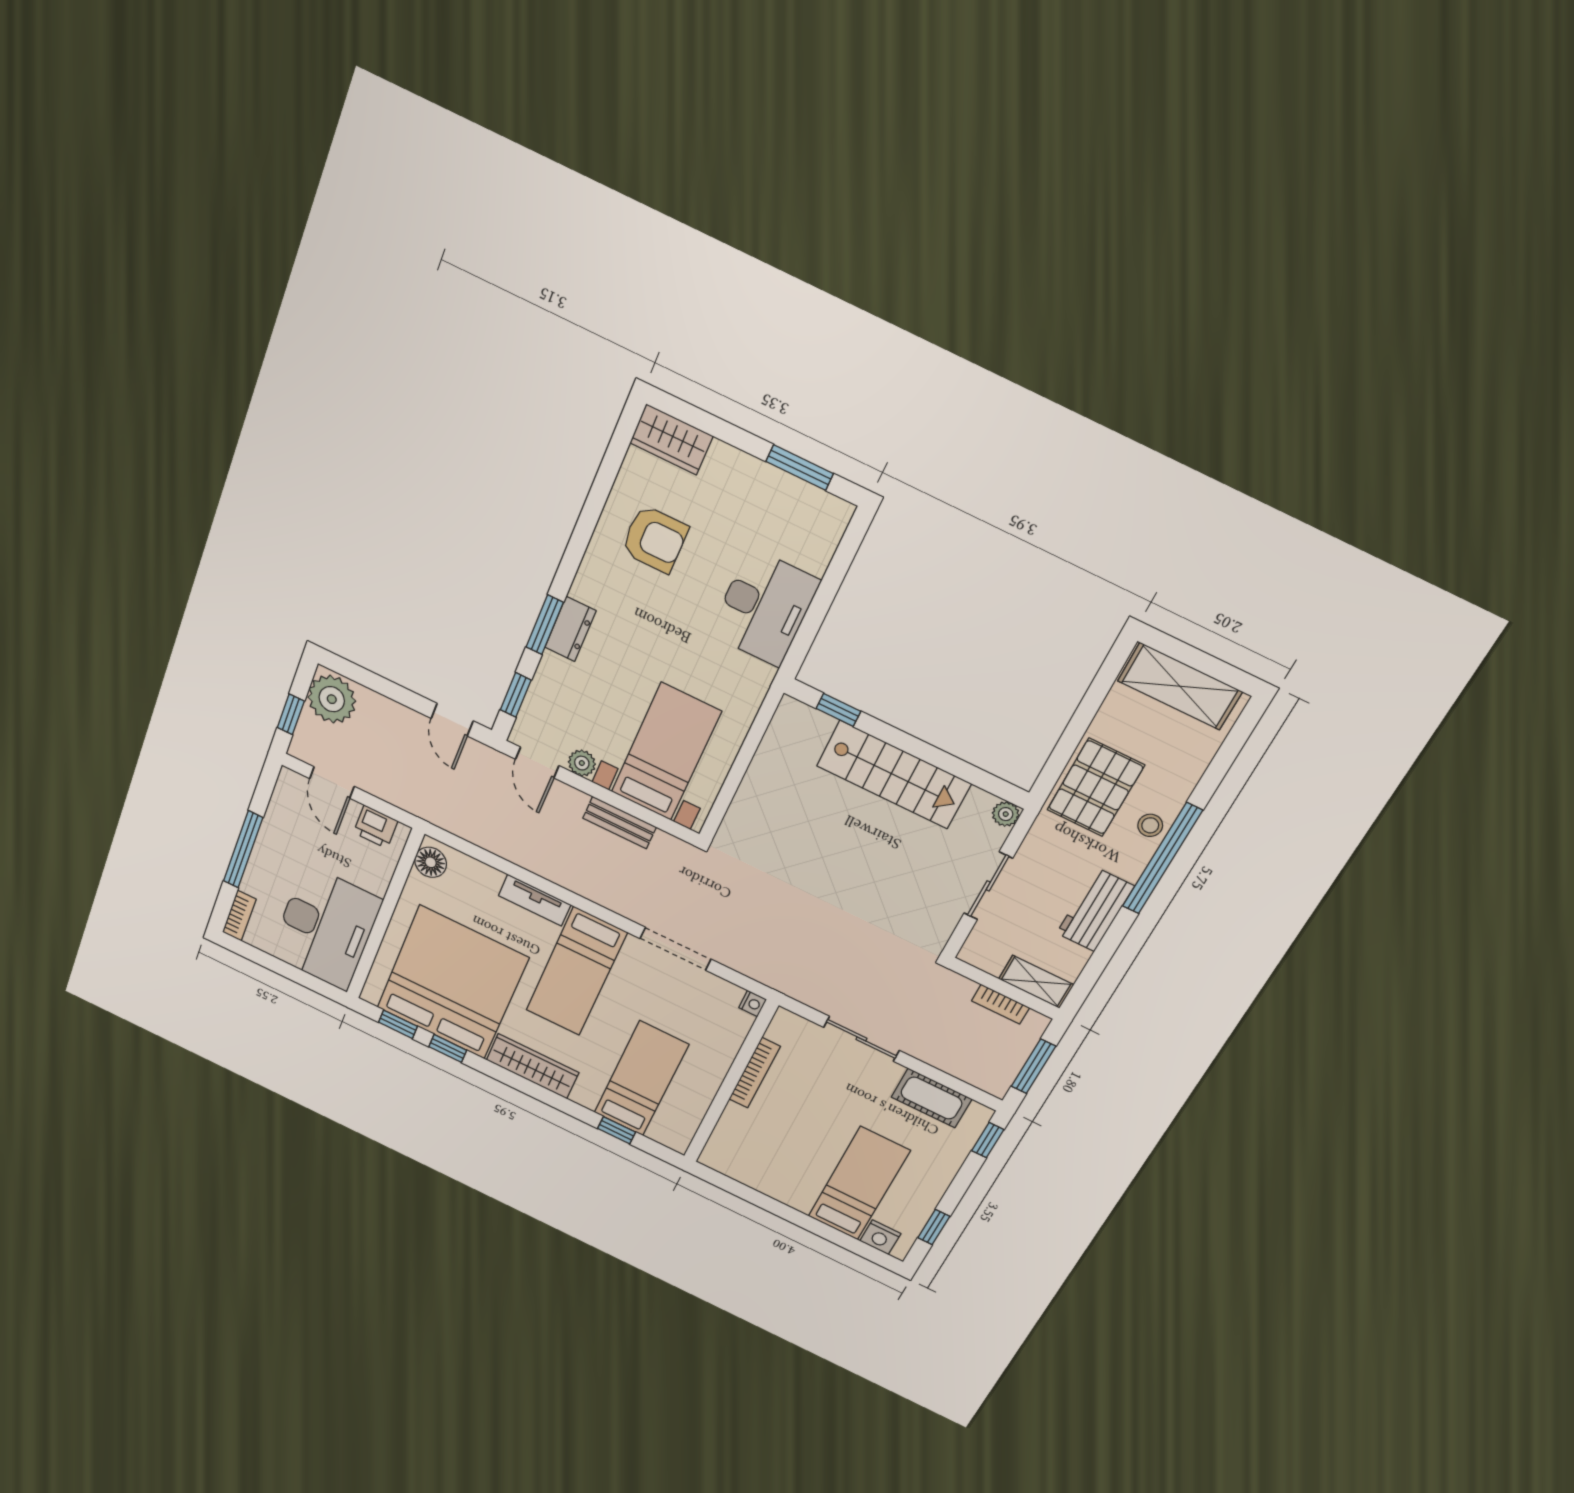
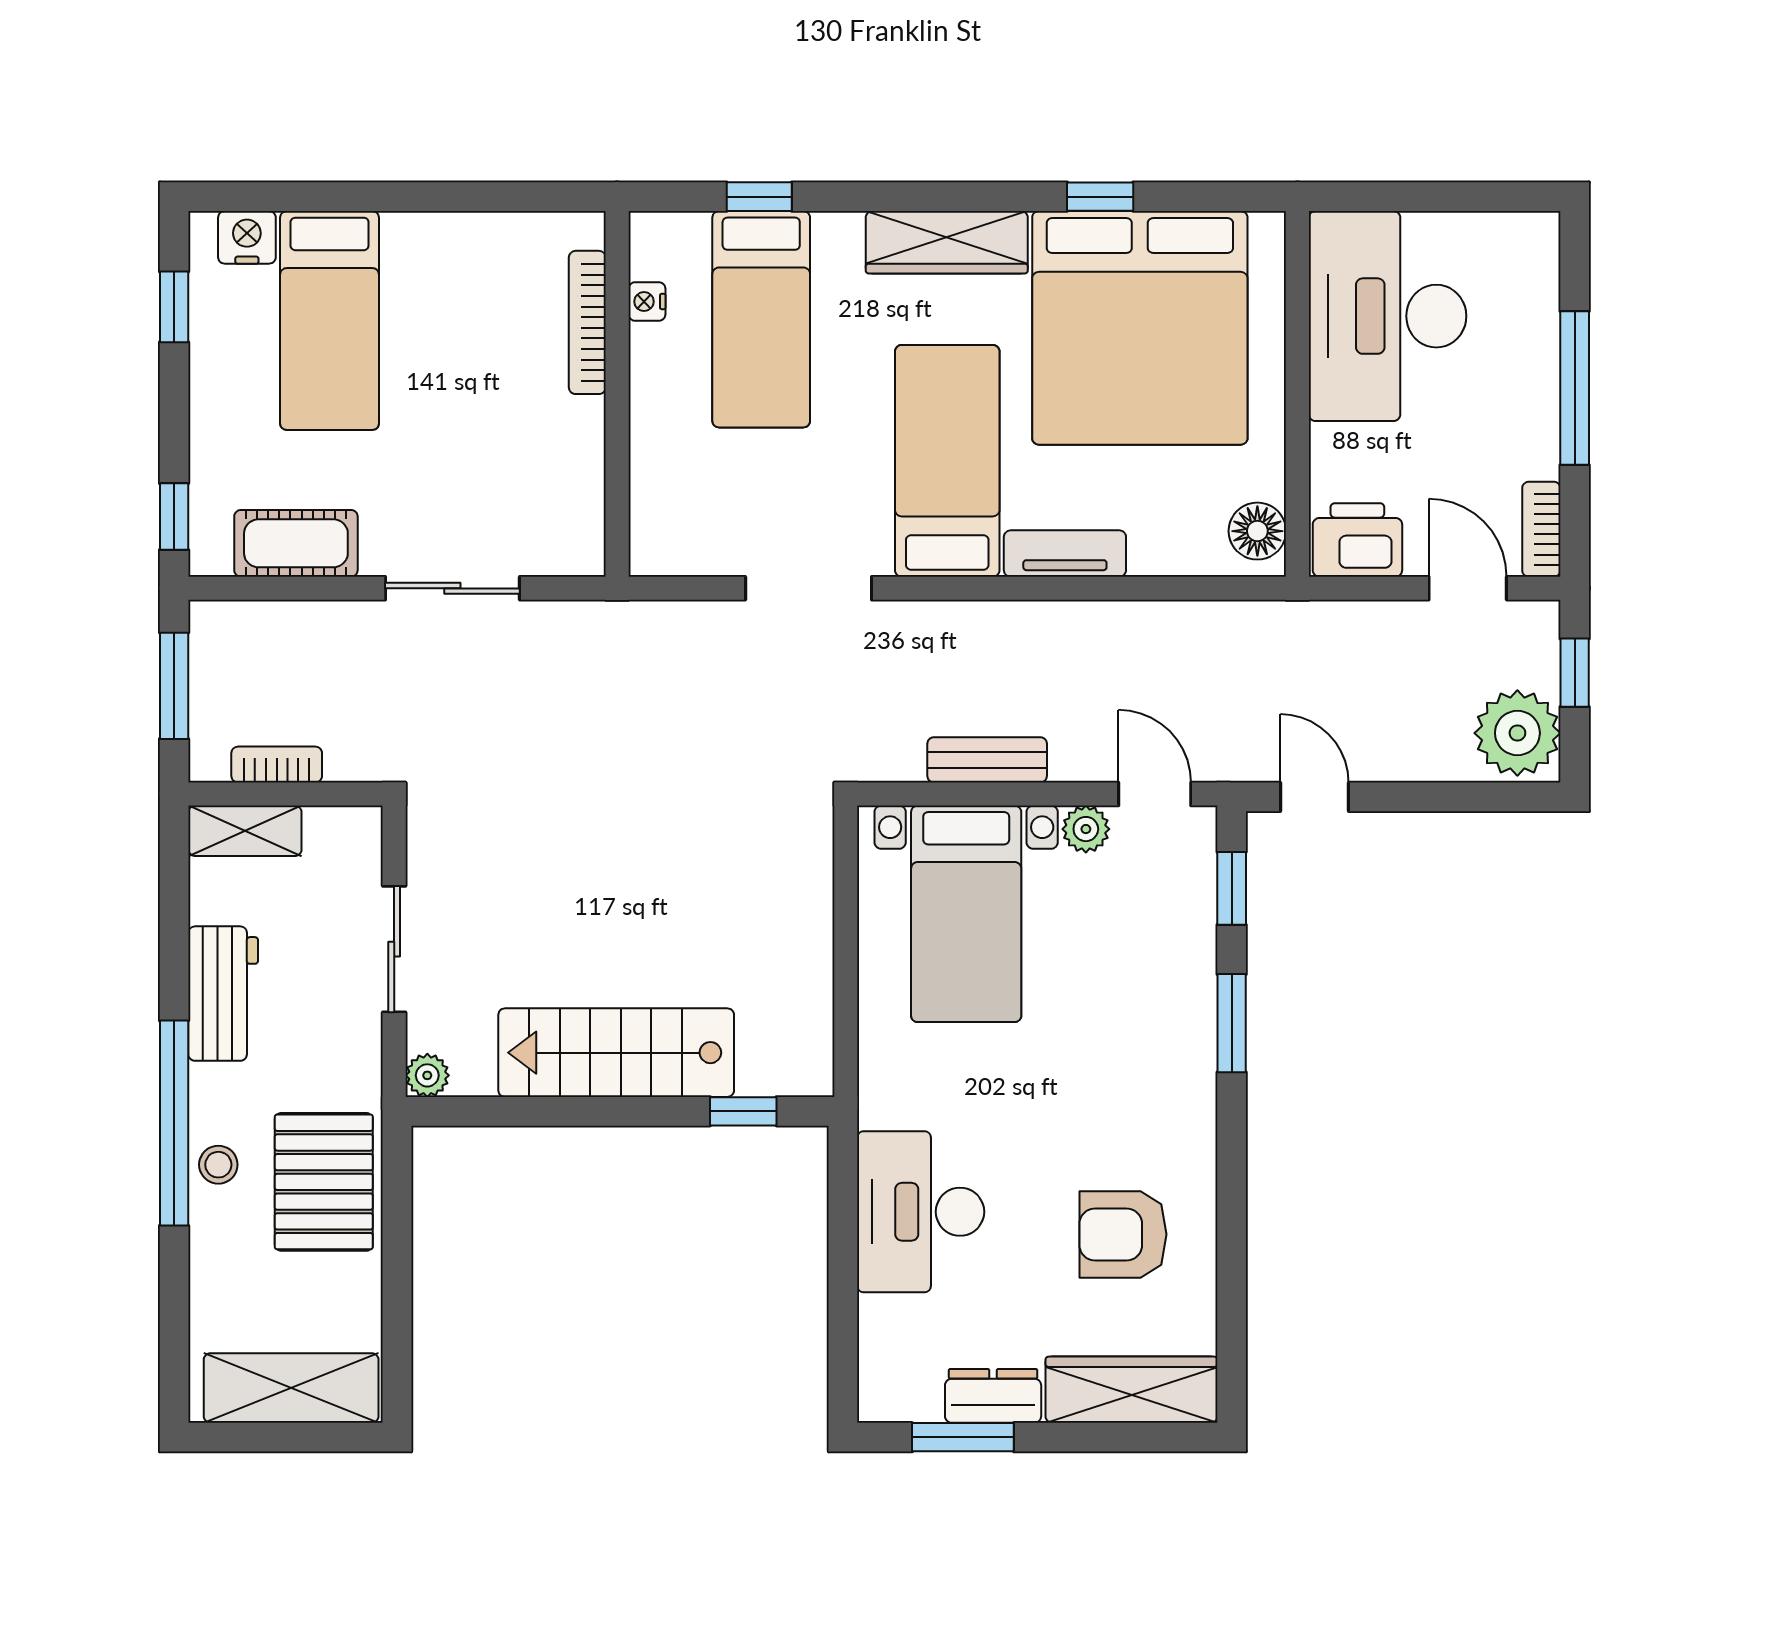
wardrobe: (671, 440) -> (1131, 1390), width x1.50
dresser: (570, 629) -> (993, 1396), moved, turned 90
printer: (376, 827) -> (1357, 540), width x1.36, depth x1.24
bookcase: (239, 916) -> (1541, 529), moved
nightstand: (753, 1004) -> (647, 302), moved
window: (398, 1024) -> (1201, 197), removed
bookcase: (755, 1073) -> (587, 322), moved

